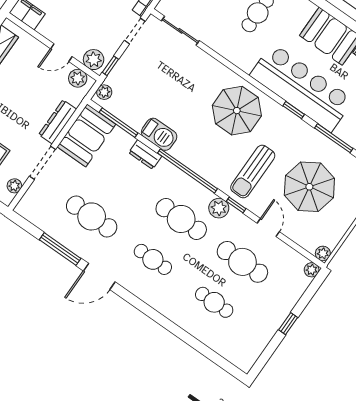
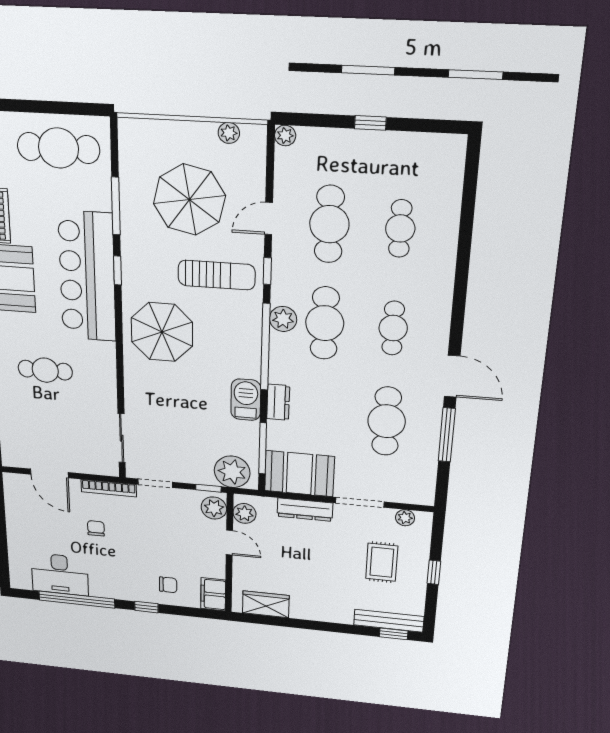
plant: (104, 92) -> (232, 472), width x1.88, depth x1.88
plant: (219, 208) -> (283, 319), moved
plant: (323, 253) -> (229, 133), moved

